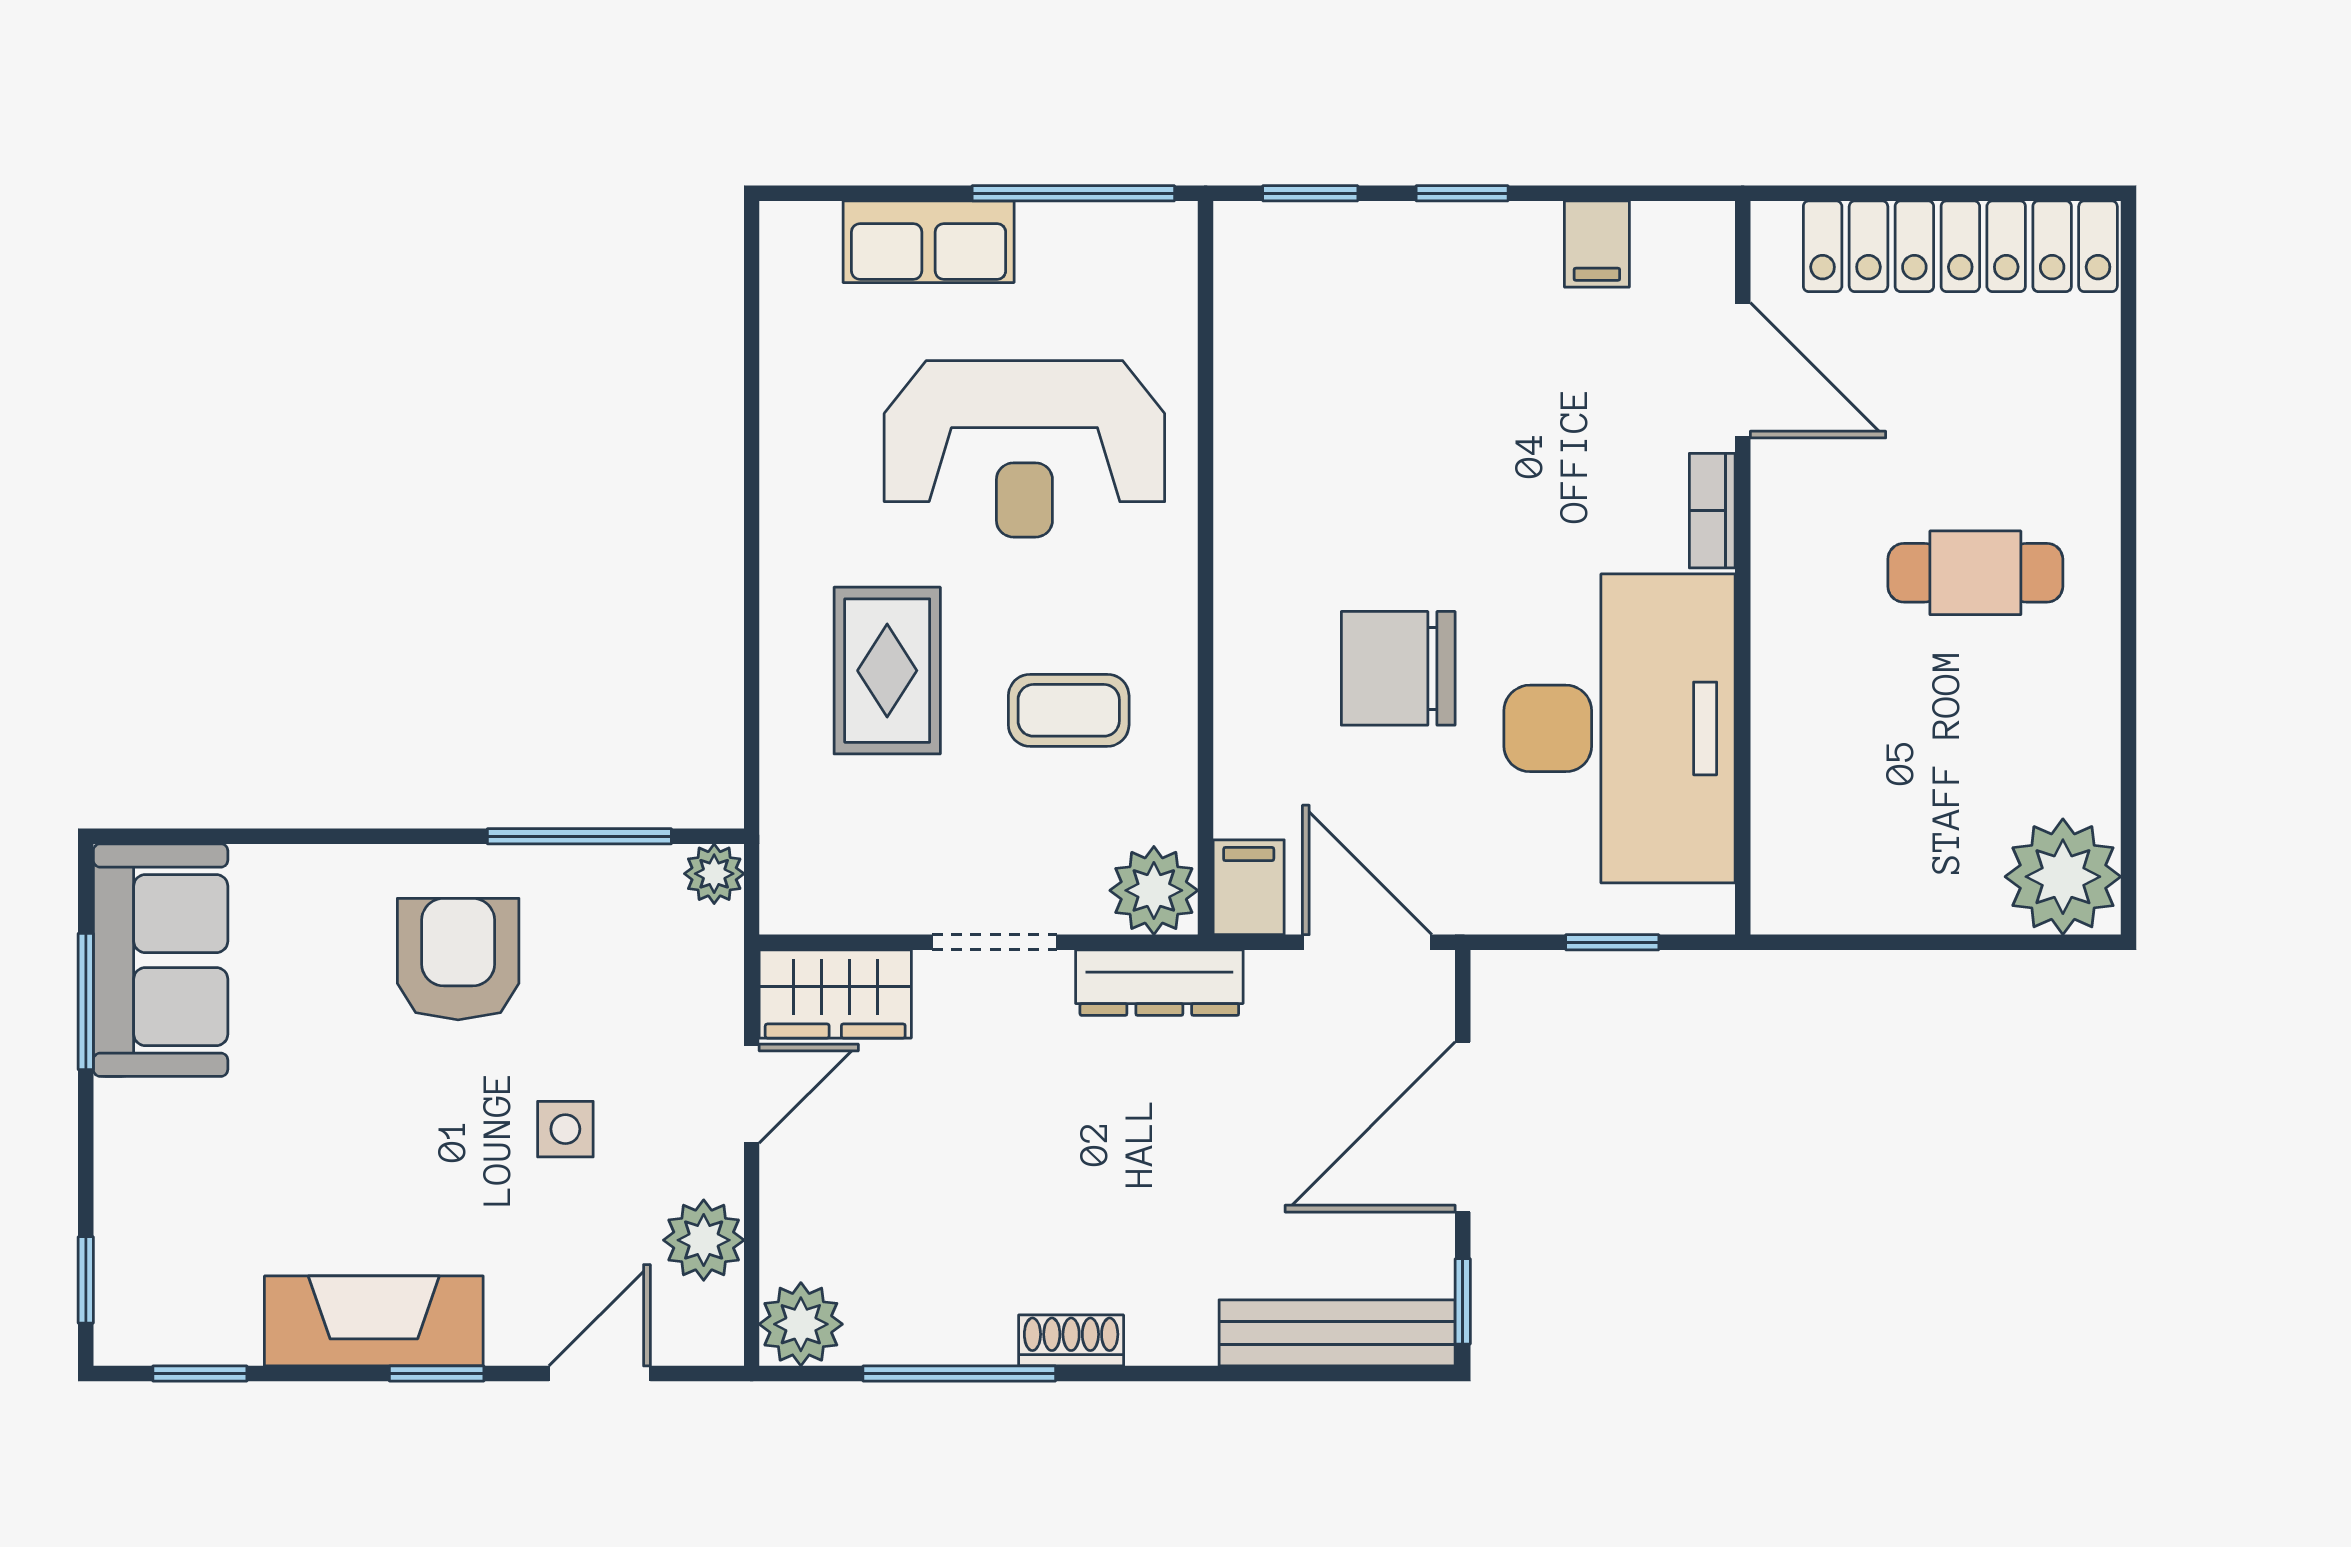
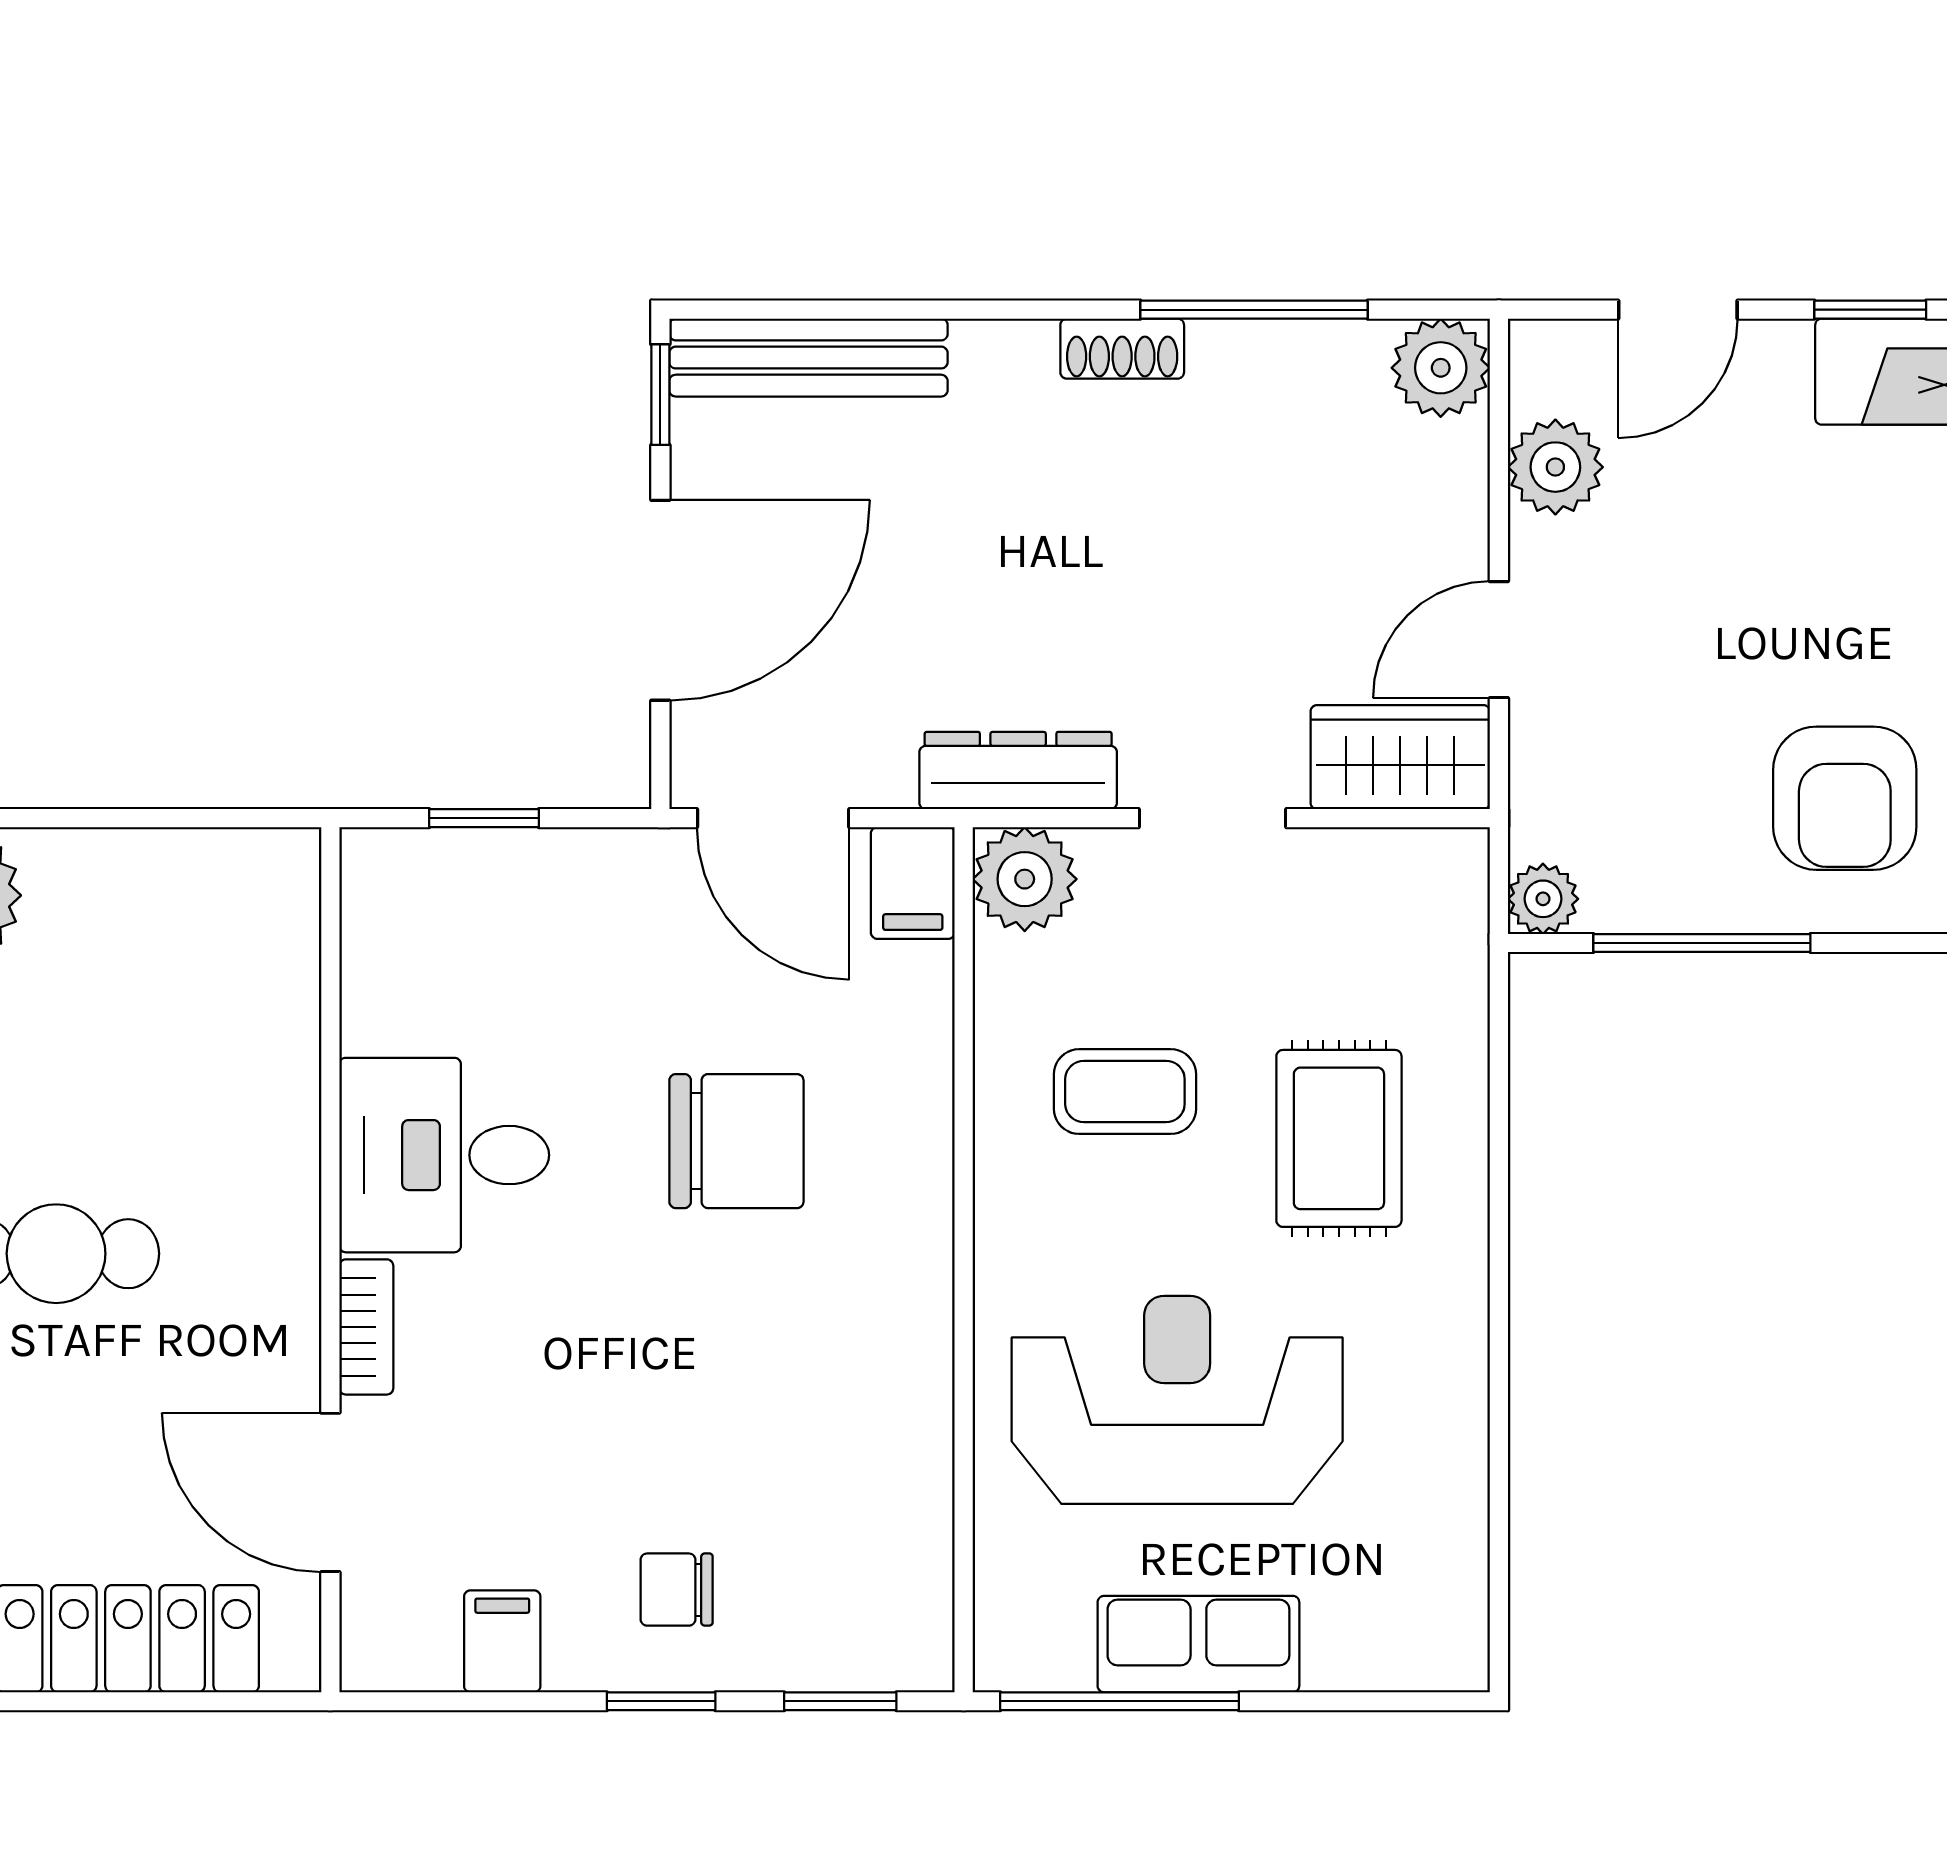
row of seats: (929, 242) -> (1198, 1644), moved
chair: (1449, 288) -> (677, 1590), added
desk: (1619, 728) -> (444, 1155), width x0.53, depth x0.77
side table: (565, 1129) -> (1718, 598), removed

